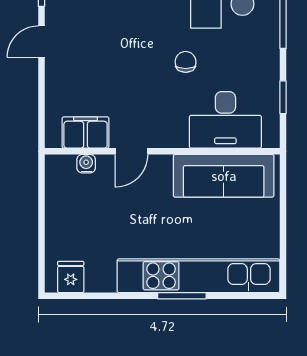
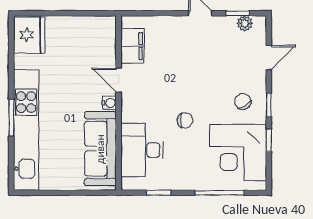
water cooler: (86, 164) -> (109, 103), moved
fridge: (71, 277) -> (29, 35), width x1.88, depth x1.34

